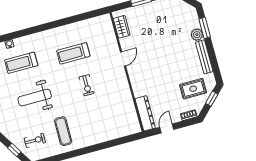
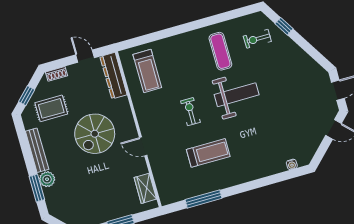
window: (77, 18) -> (204, 199), added
door: (123, 59) -> (143, 146), hinge flipped
treadmill: (21, 63) -> (147, 71), moved, turned 90
spiral stairs: (160, 69) -> (95, 134), added
weight bench: (35, 98) -> (237, 95), moved
door: (167, 128) -> (85, 56), swing flipped

